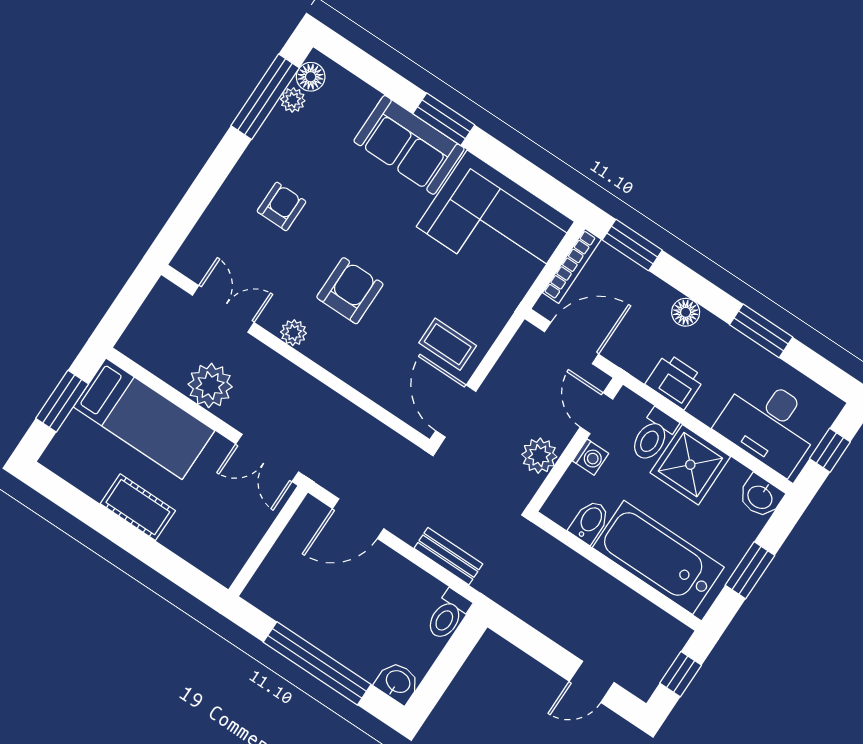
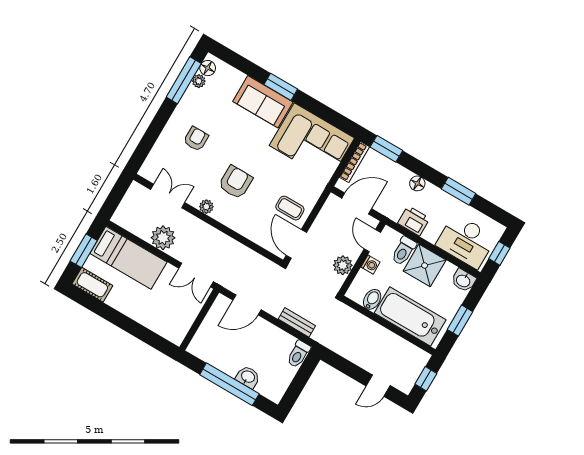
cot: (138, 507) -> (92, 285), moved
washbasin: (398, 682) -> (248, 377), moved

